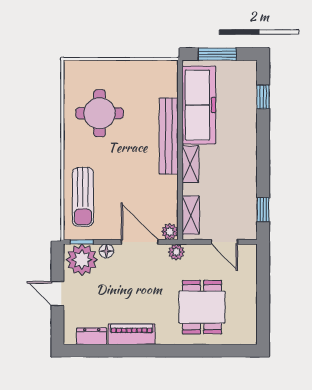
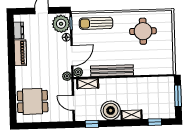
freezer: (199, 105) -> (149, 86), removed
bench: (169, 136) -> (112, 71), moved
shelving: (190, 164) -> (132, 115), moved
boiler: (240, 176) -> (111, 110), added
door: (224, 242) -> (73, 103), hinge flipped
dining table: (202, 307) -> (33, 101), moved

